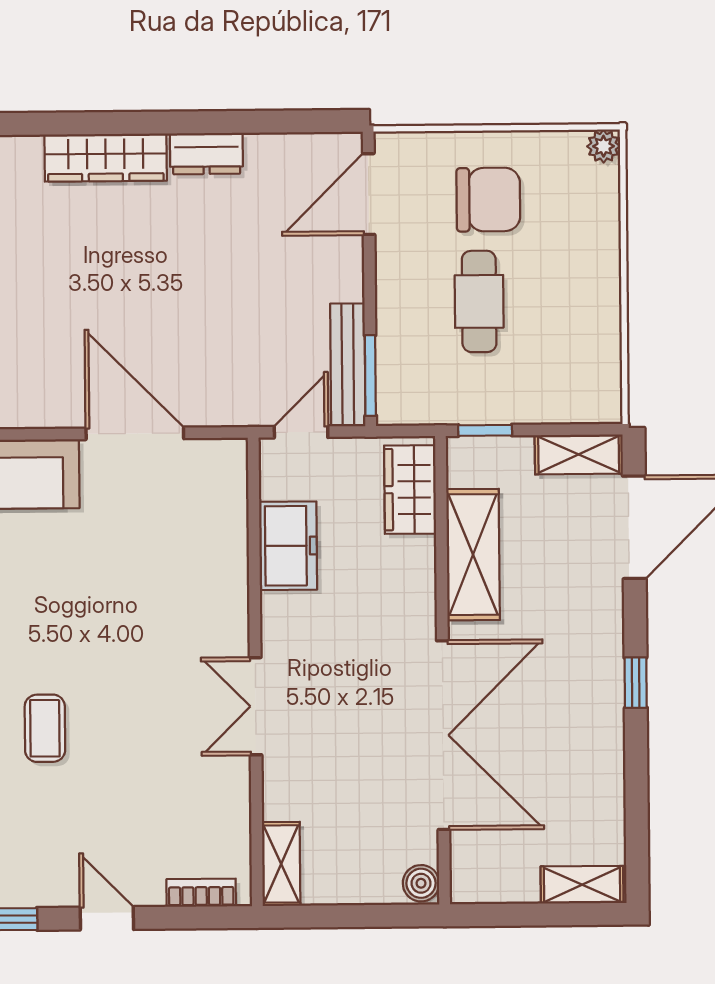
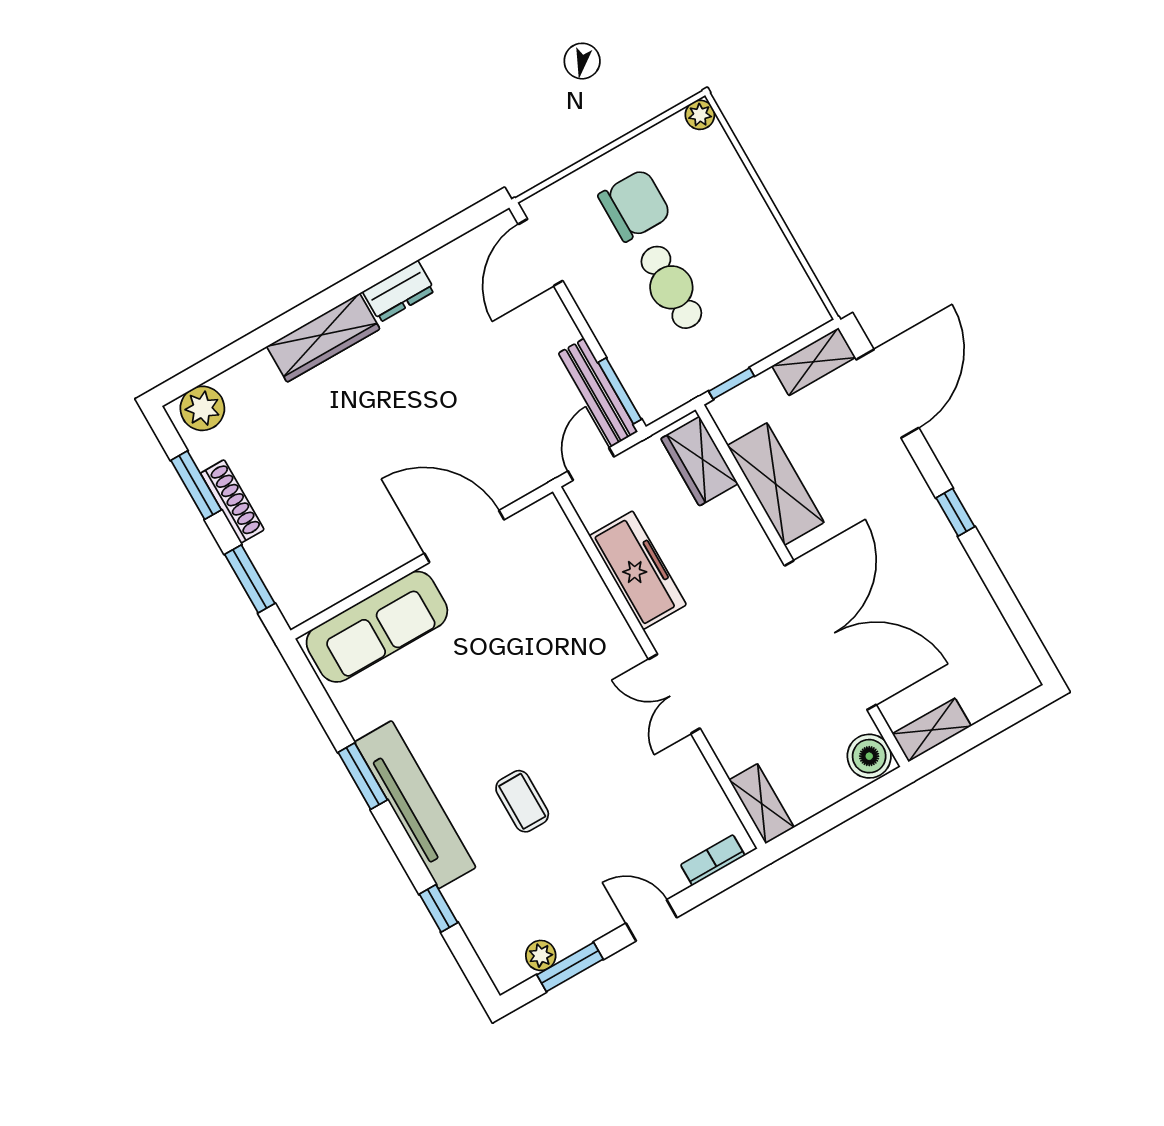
freezer: (288, 546) -> (638, 570), width x1.40
boiler: (421, 883) -> (869, 756), width x1.36, depth x1.36
shelving: (582, 885) -> (932, 730), moved

